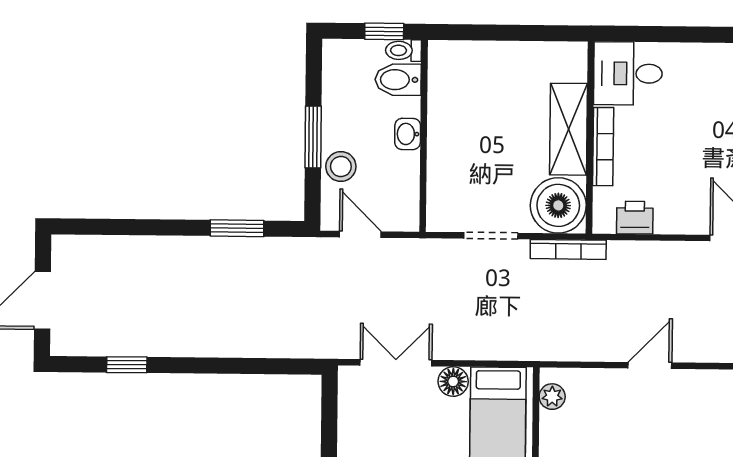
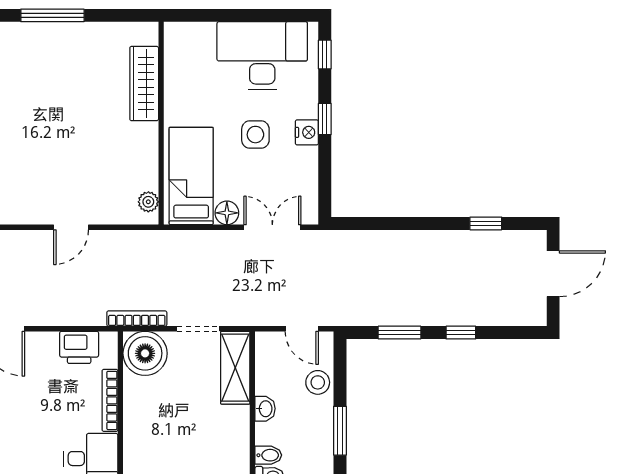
bidet: (398, 80) -> (268, 455), width x0.72, depth x0.74
shelving: (568, 129) -> (235, 368), moved
window: (313, 137) -> (340, 431), moved
printer: (635, 218) -> (79, 347), width x1.36, depth x1.24
window: (160, 227) -> (461, 333), added
double door: (396, 363) -> (272, 227), swing flipped

